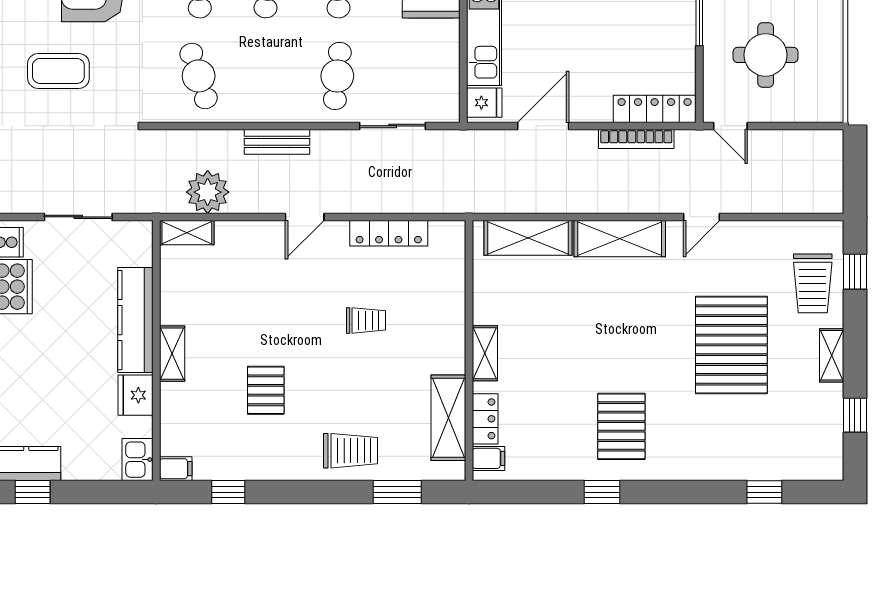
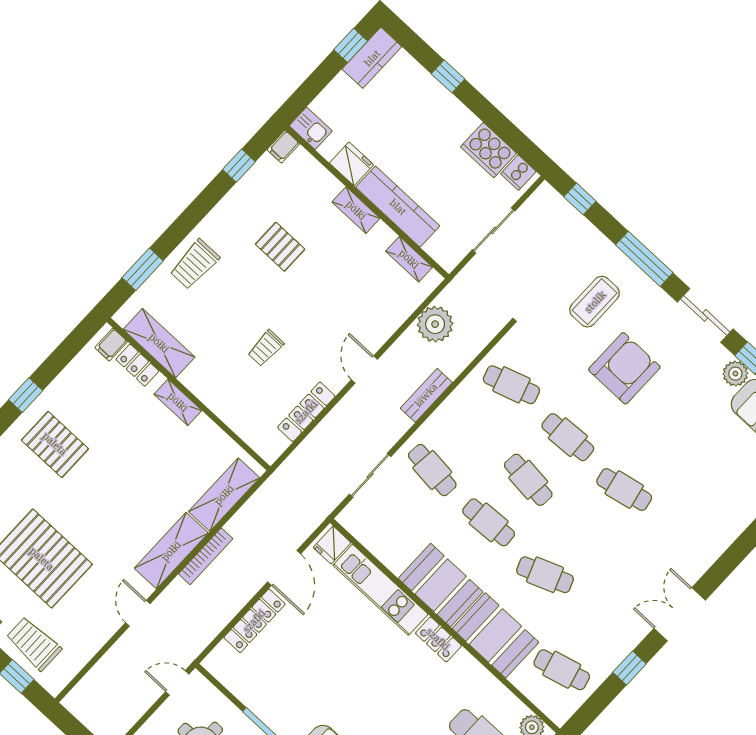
locker: (655, 109) -> (254, 621), moved
bookcase: (636, 139) -> (206, 556), moved, turned 180
shelving: (187, 233) -> (409, 259), moved, turned 90

